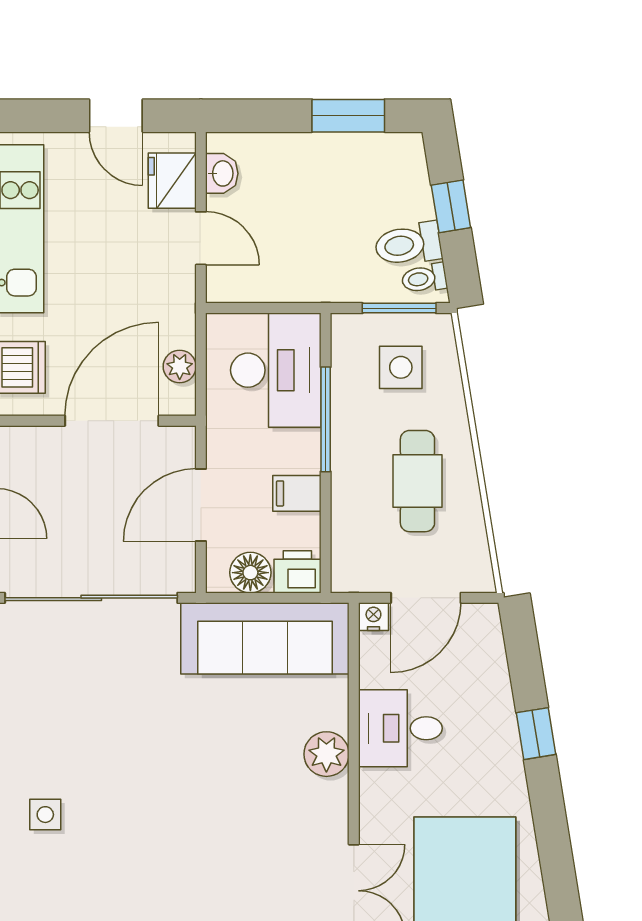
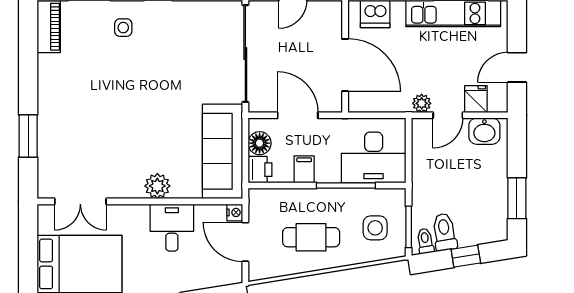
washbasin: (222, 173) -> (484, 131), width x1.38, depth x1.45
fridge: (172, 181) -> (476, 99), width x0.72
plant: (180, 367) -> (422, 103), moved

